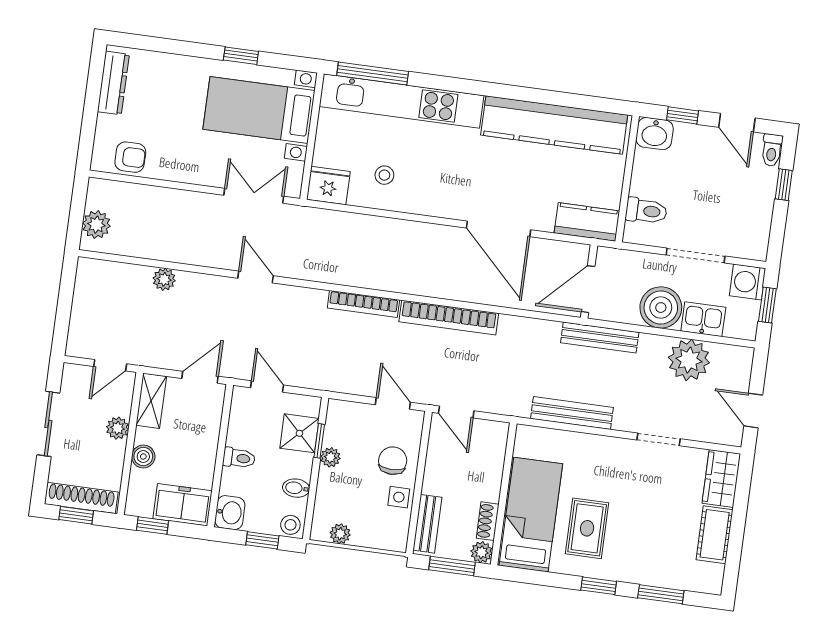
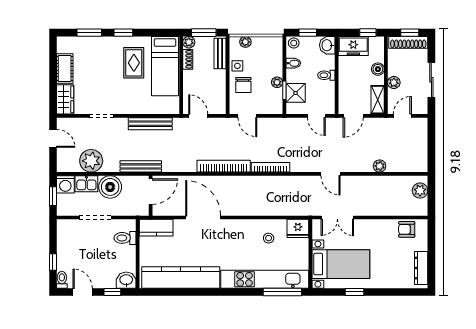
washing machine: (748, 282) -> (65, 184), moved, turned 90
door: (456, 412) -> (198, 116), moved
plant: (340, 534) -> (245, 42), moved

